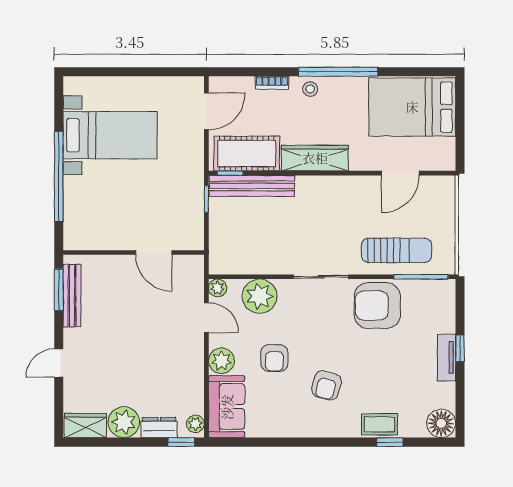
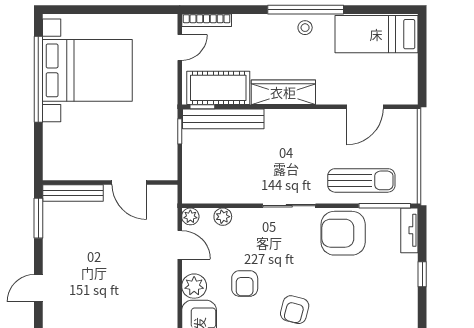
bookcase: (272, 83) -> (207, 20), moved, width x1.56
stool: (310, 89) -> (305, 28), moved
bed: (412, 107) -> (376, 34), width x0.67
door: (206, 111) -> (180, 47), width x0.73
bed with nightstands: (110, 135) -> (87, 70), width x1.36
window: (59, 176) -> (38, 79), moved
bench: (72, 296) -> (73, 193), moved, turned 90
plant: (260, 296) -> (223, 217), width x0.53, depth x0.53
tv unit: (447, 357) -> (409, 230), moved

